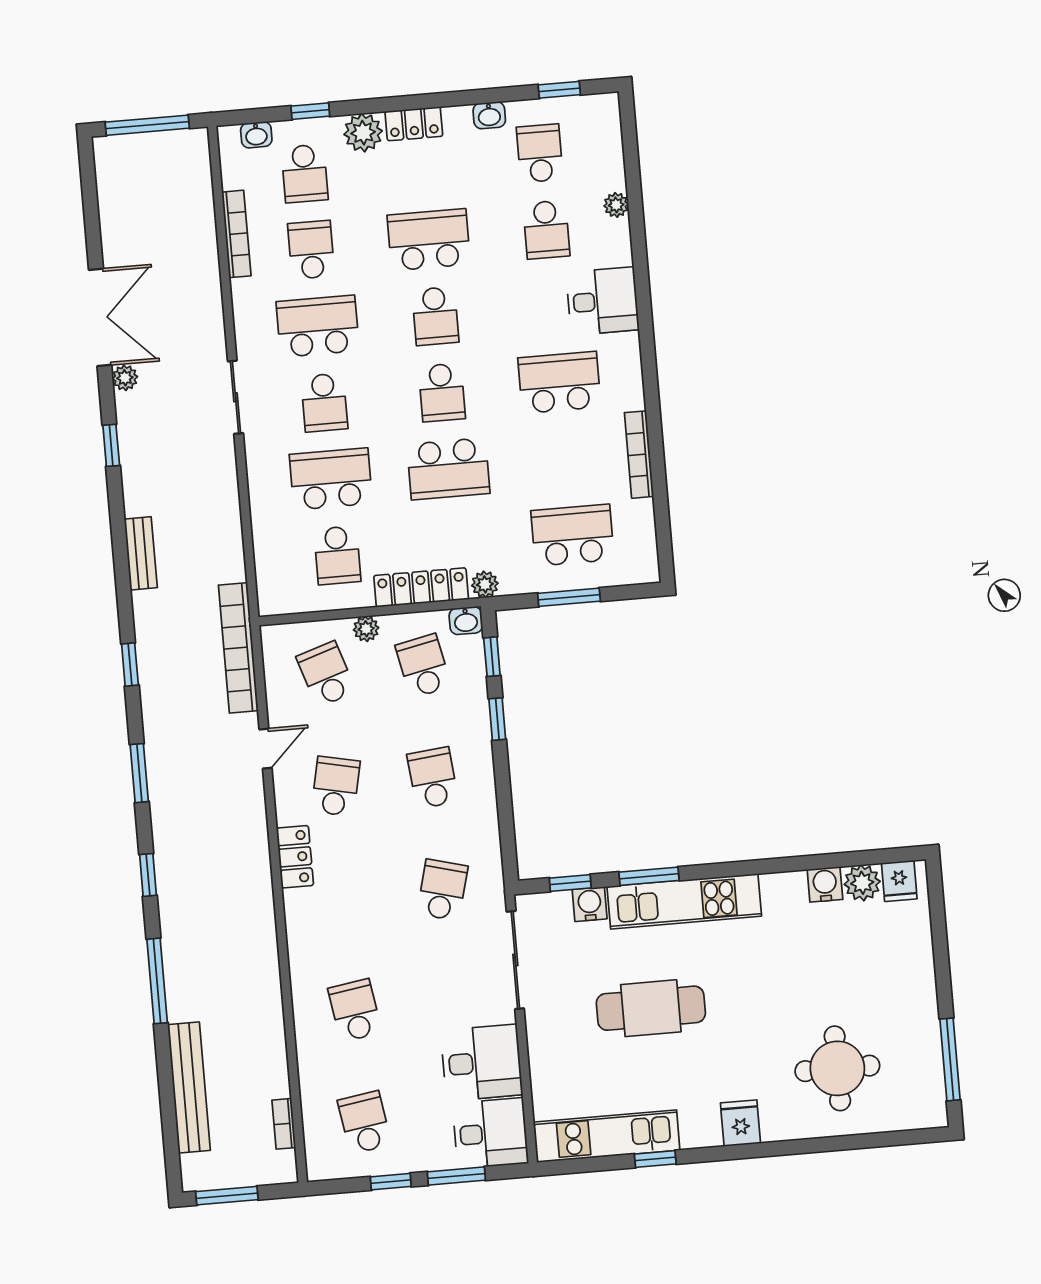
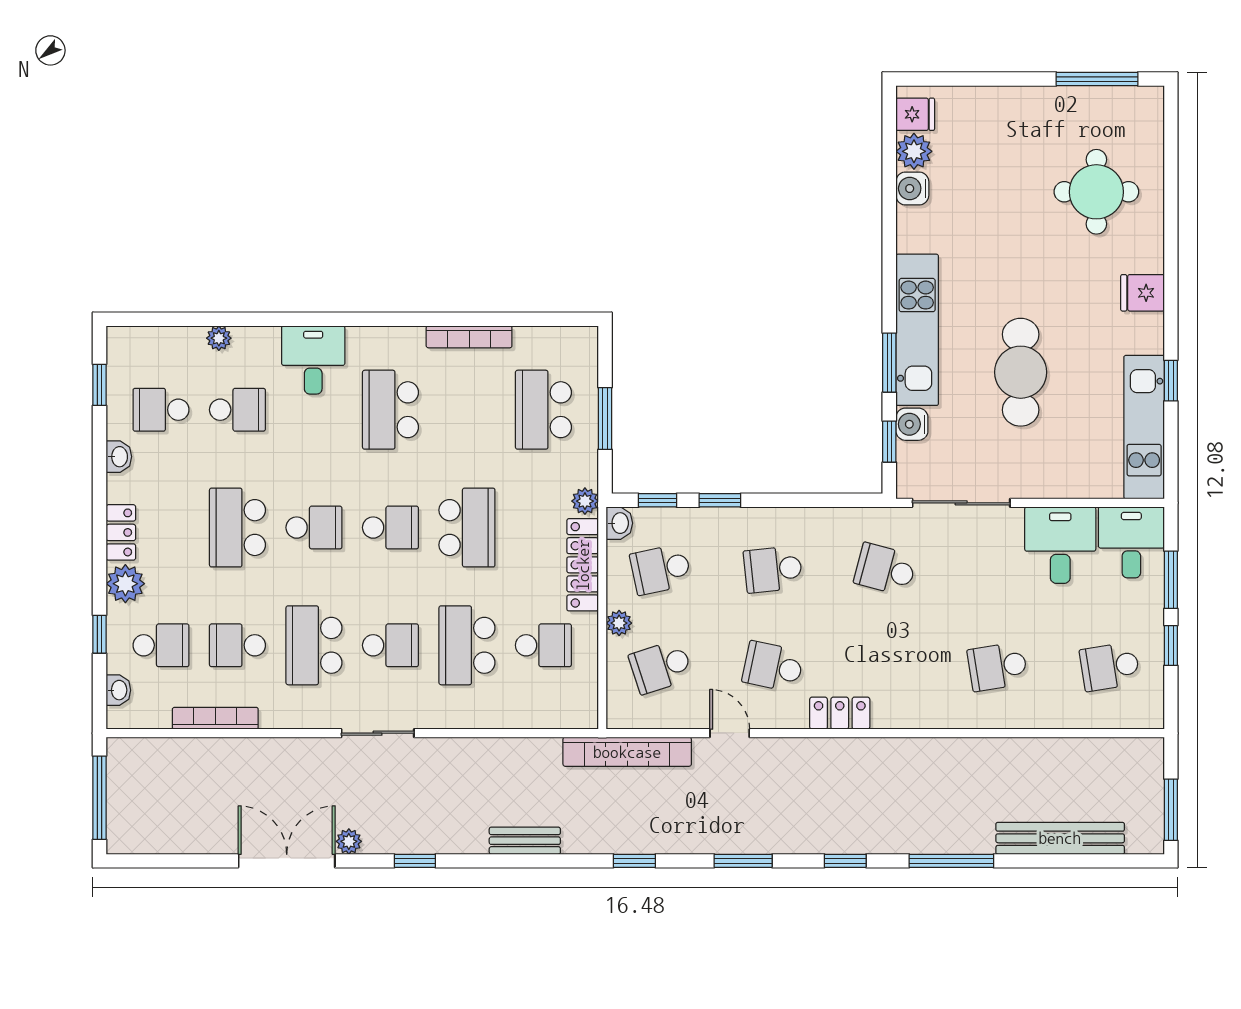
bookcase: (284, 1124) -> (1104, 747), removed

